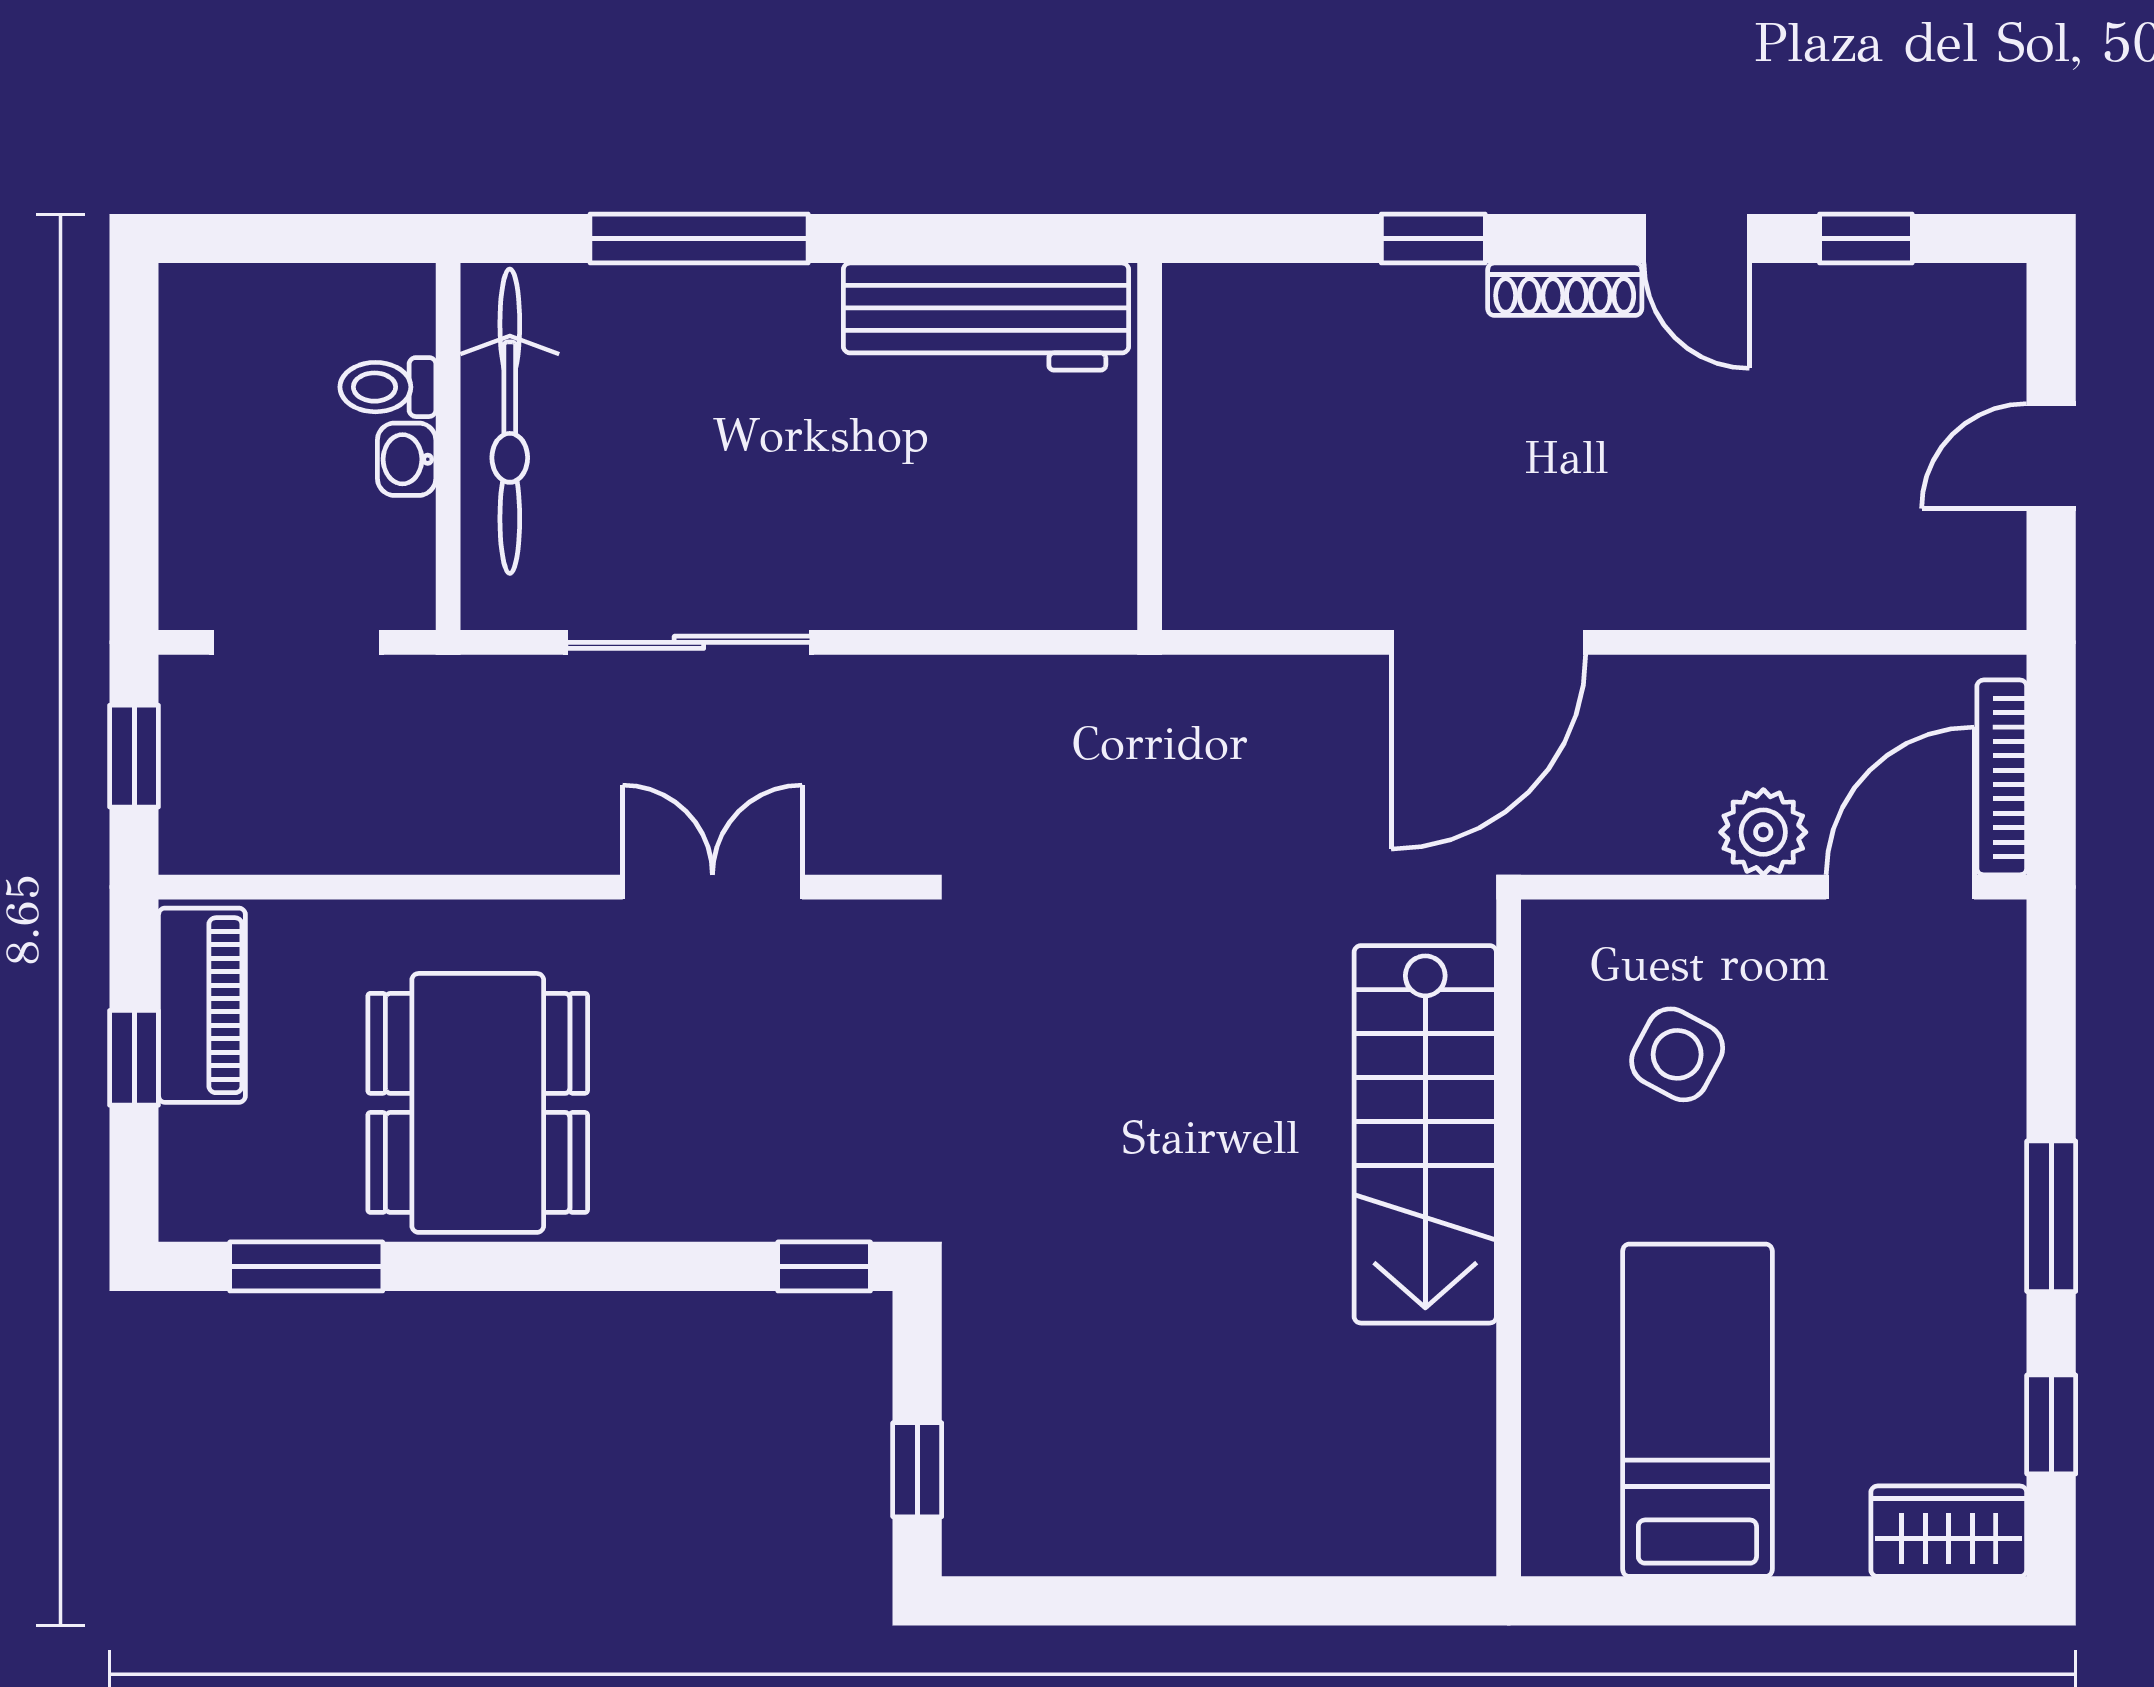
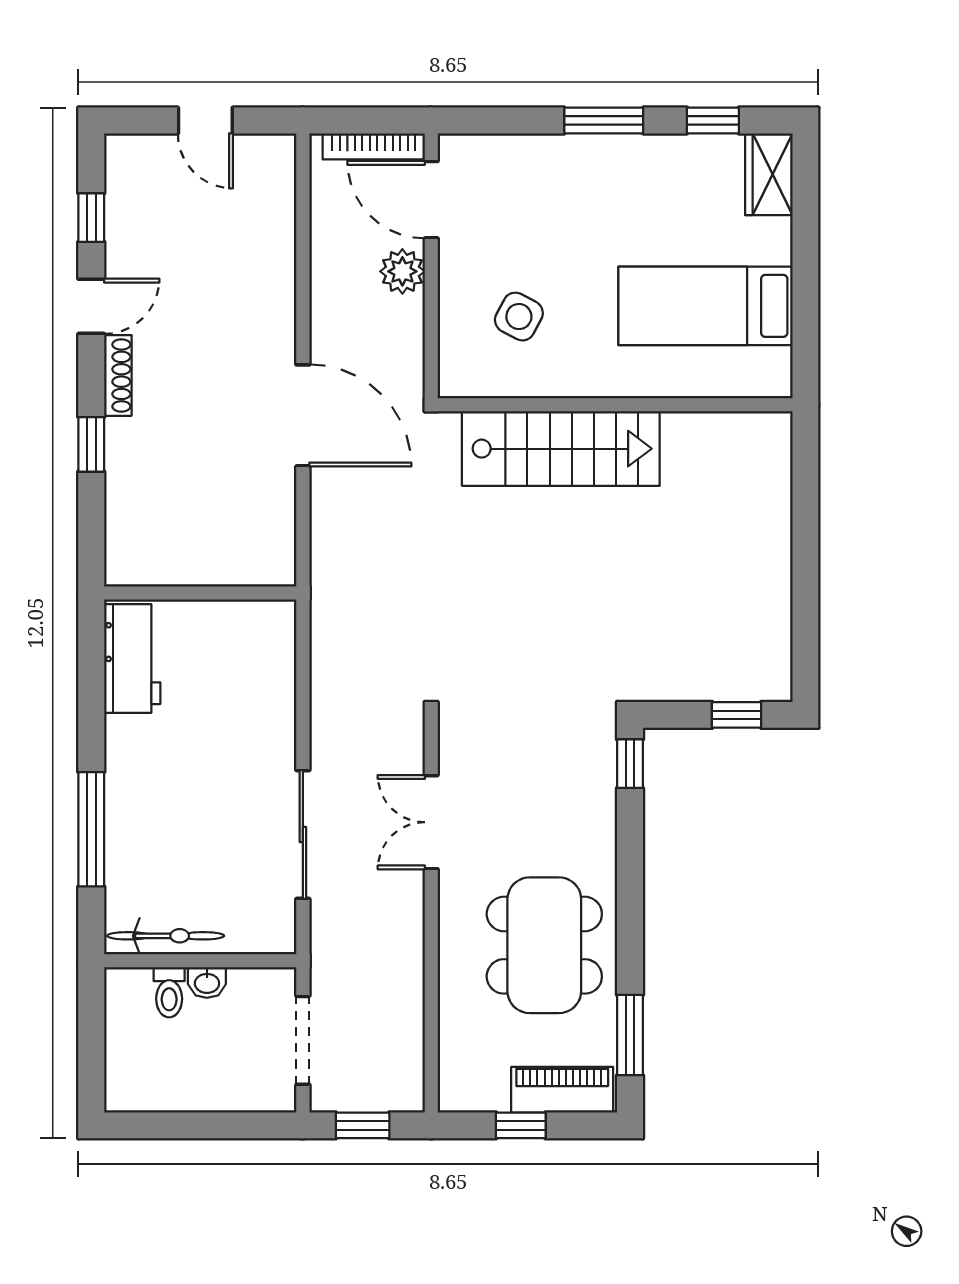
workbench: (986, 317) -> (132, 658), width x0.73
bicycle: (510, 421) -> (166, 936), width x0.73, depth x0.71
piano: (202, 1005) -> (562, 1090), moved
dining table: (478, 1103) -> (544, 945), turned 90

